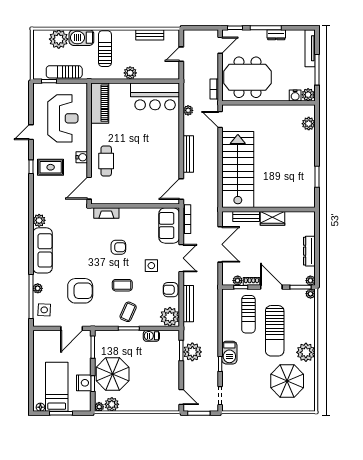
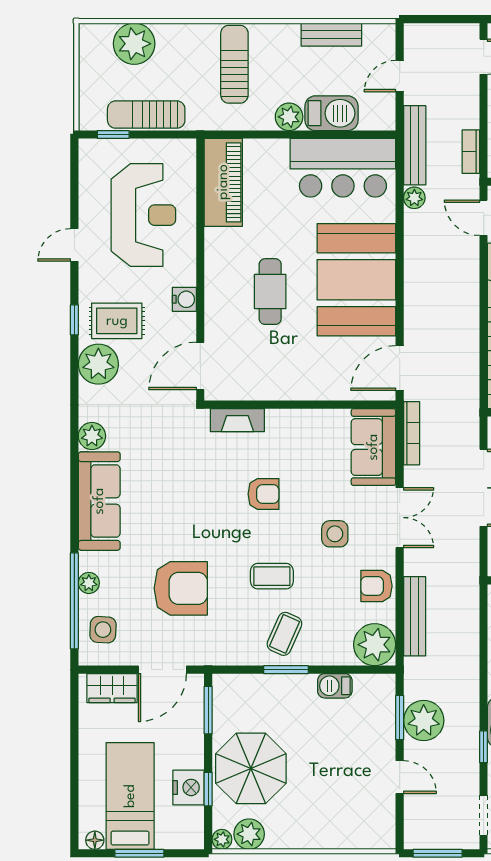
barbecue: (81, 38) -> (331, 113), moved, turned 180
booth: (161, 148) -> (356, 280), added
bench: (188, 154) -> (415, 145), moved
cafe table: (106, 161) -> (270, 292), moved
plant: (42, 187) -> (98, 364), added
wardrobe: (48, 337) -> (112, 688), added
door: (181, 397) -> (400, 777), moved

